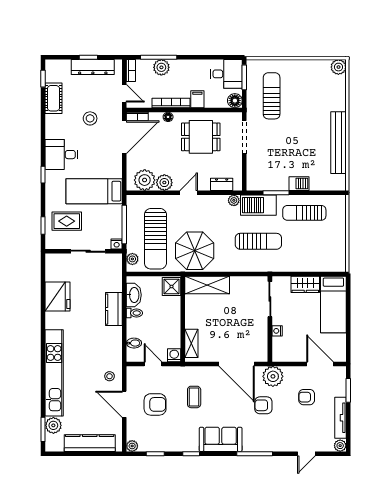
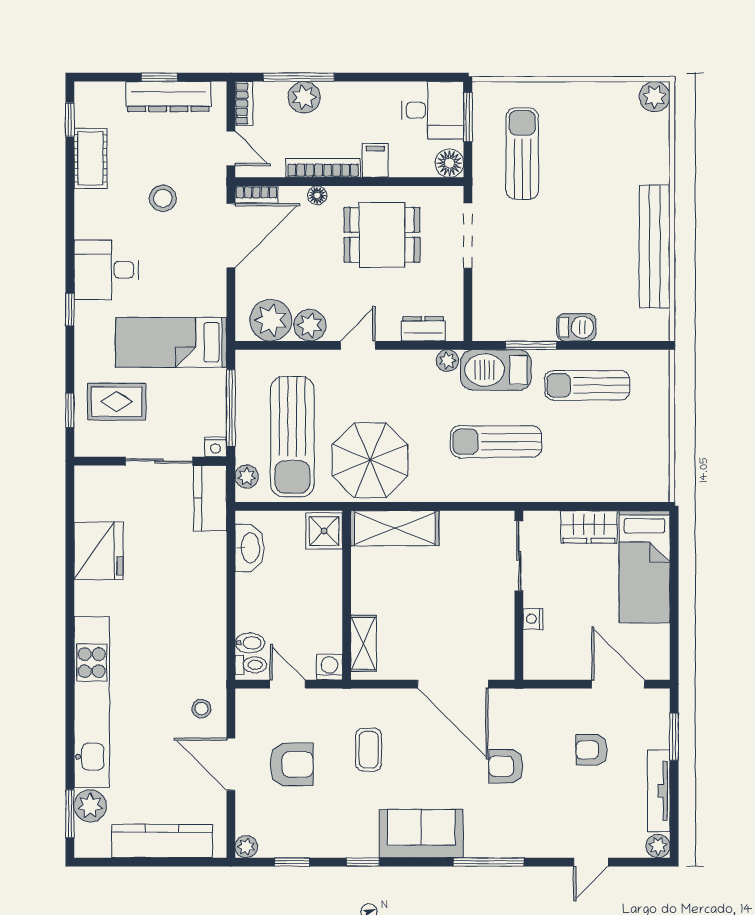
sun lounger: (258, 241) -> (496, 442), turned 180
kitchen counter: (114, 309) -> (210, 498), moved
toilet: (134, 313) -> (251, 665), moved
plant: (273, 376) -> (525, 709), removed

